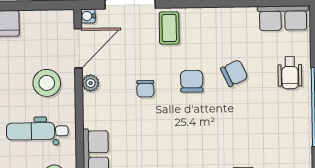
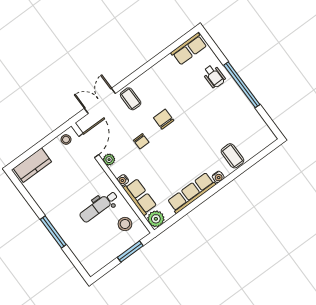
water cooler: (88, 16) -> (123, 180), moved
chair: (234, 73) -> (184, 98), removed
stool: (47, 83) -> (66, 140), moved, width x0.53, depth x0.53

